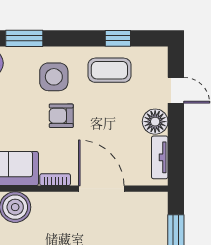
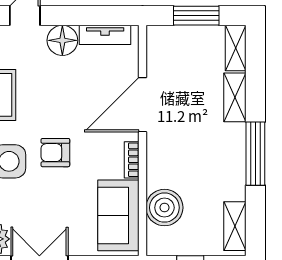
armchair: (61, 116) -> (55, 153), turned 90

